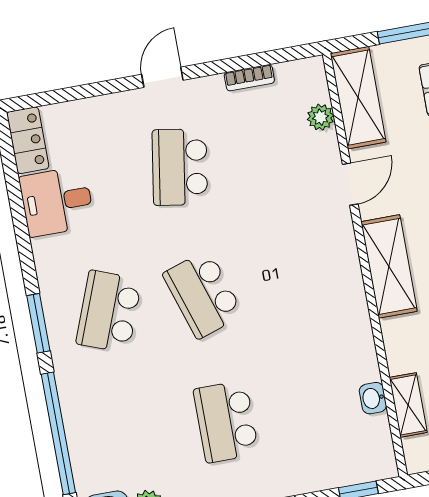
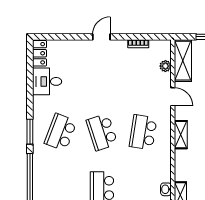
school desk: (180, 167) -> (143, 132), moved
door: (350, 184) -> (173, 97), hinge flipped
shelving: (389, 266) -> (181, 135), width x0.67, depth x0.75

